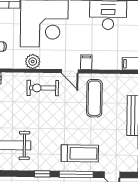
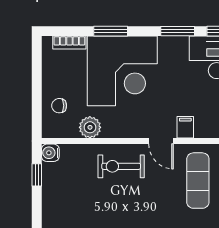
plant: (33, 62) -> (90, 127), moved

